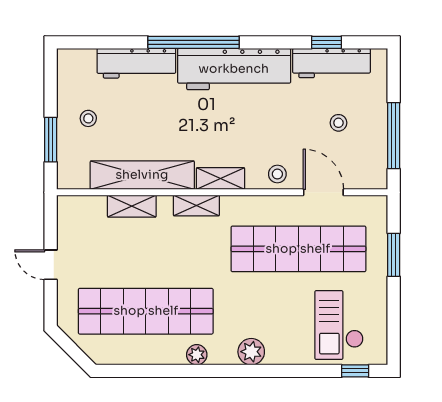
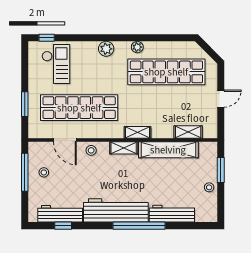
stool: (88, 118) -> (209, 187), moved
stool: (338, 123) -> (44, 172), moved
shelving: (132, 206) -> (188, 132), moved
door: (51, 265) -> (221, 99), hinge flipped

